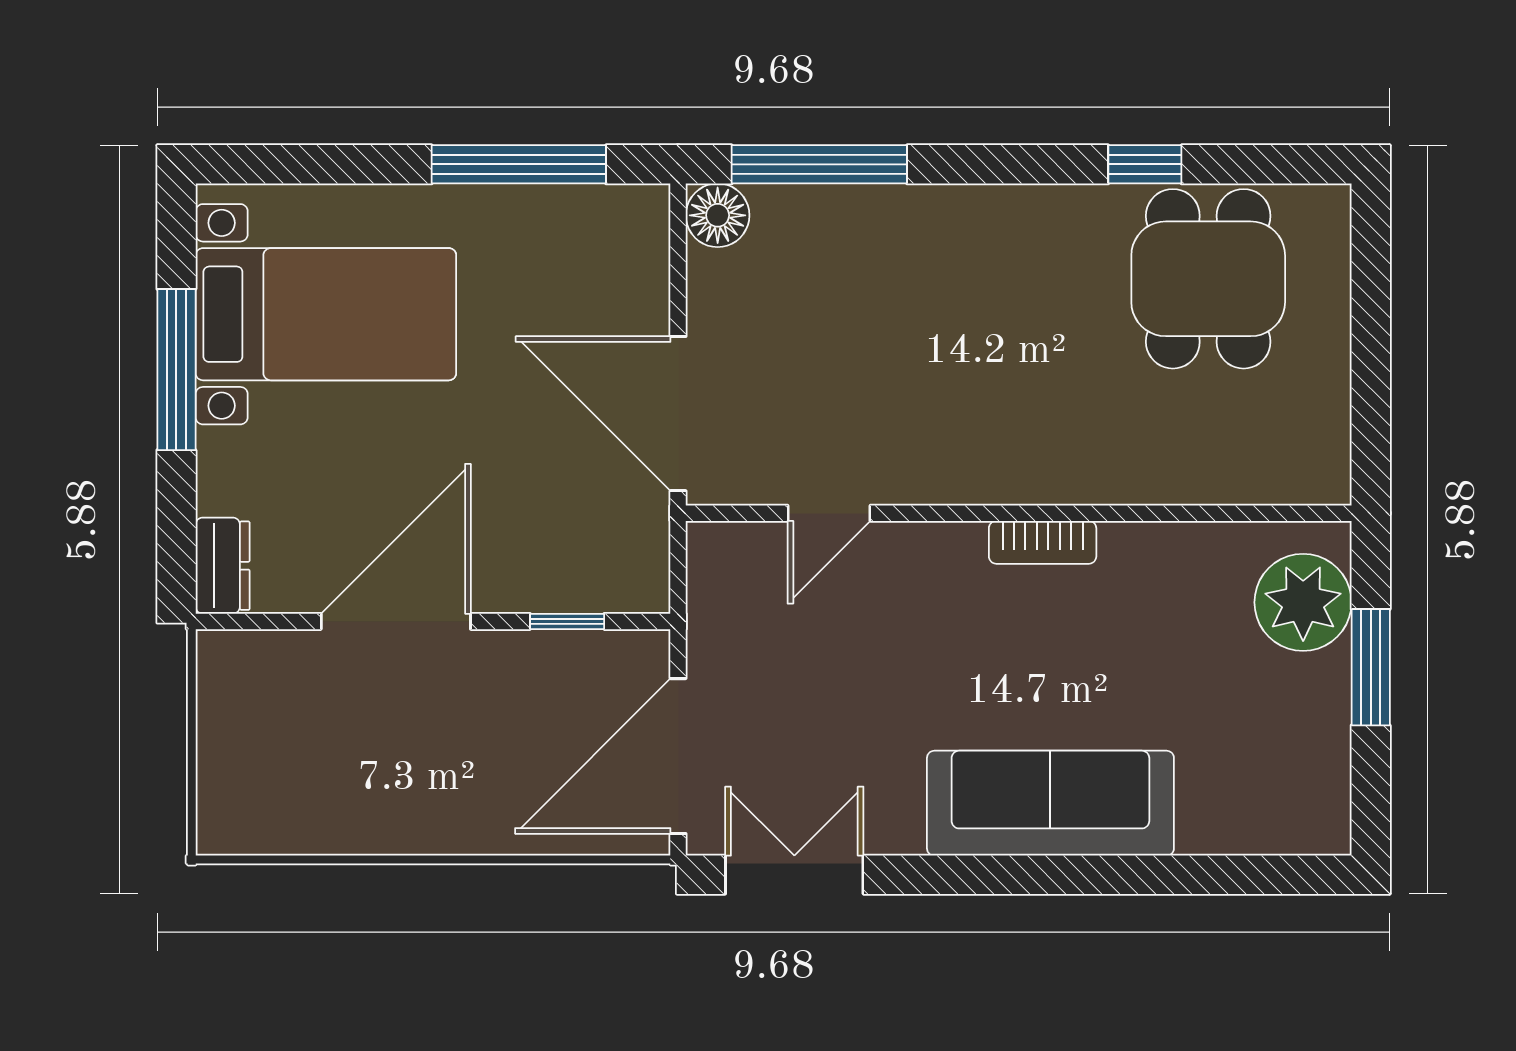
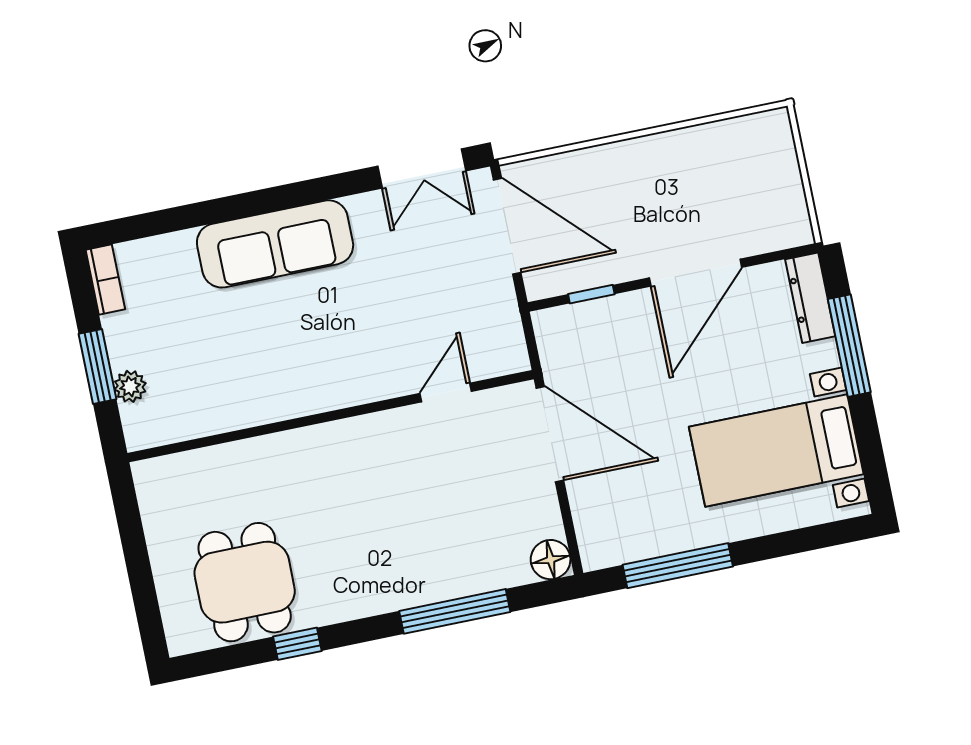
window: (819, 164) -> (455, 611), moved
window: (176, 370) -> (849, 346), moved
bookcase: (1043, 542) -> (105, 280), moved, turned 90
dresser: (223, 566) -> (810, 298), width x1.44
plant: (1303, 602) -> (130, 386), width x0.53, depth x0.53
door: (678, 756) -> (507, 226), hinge flipped

